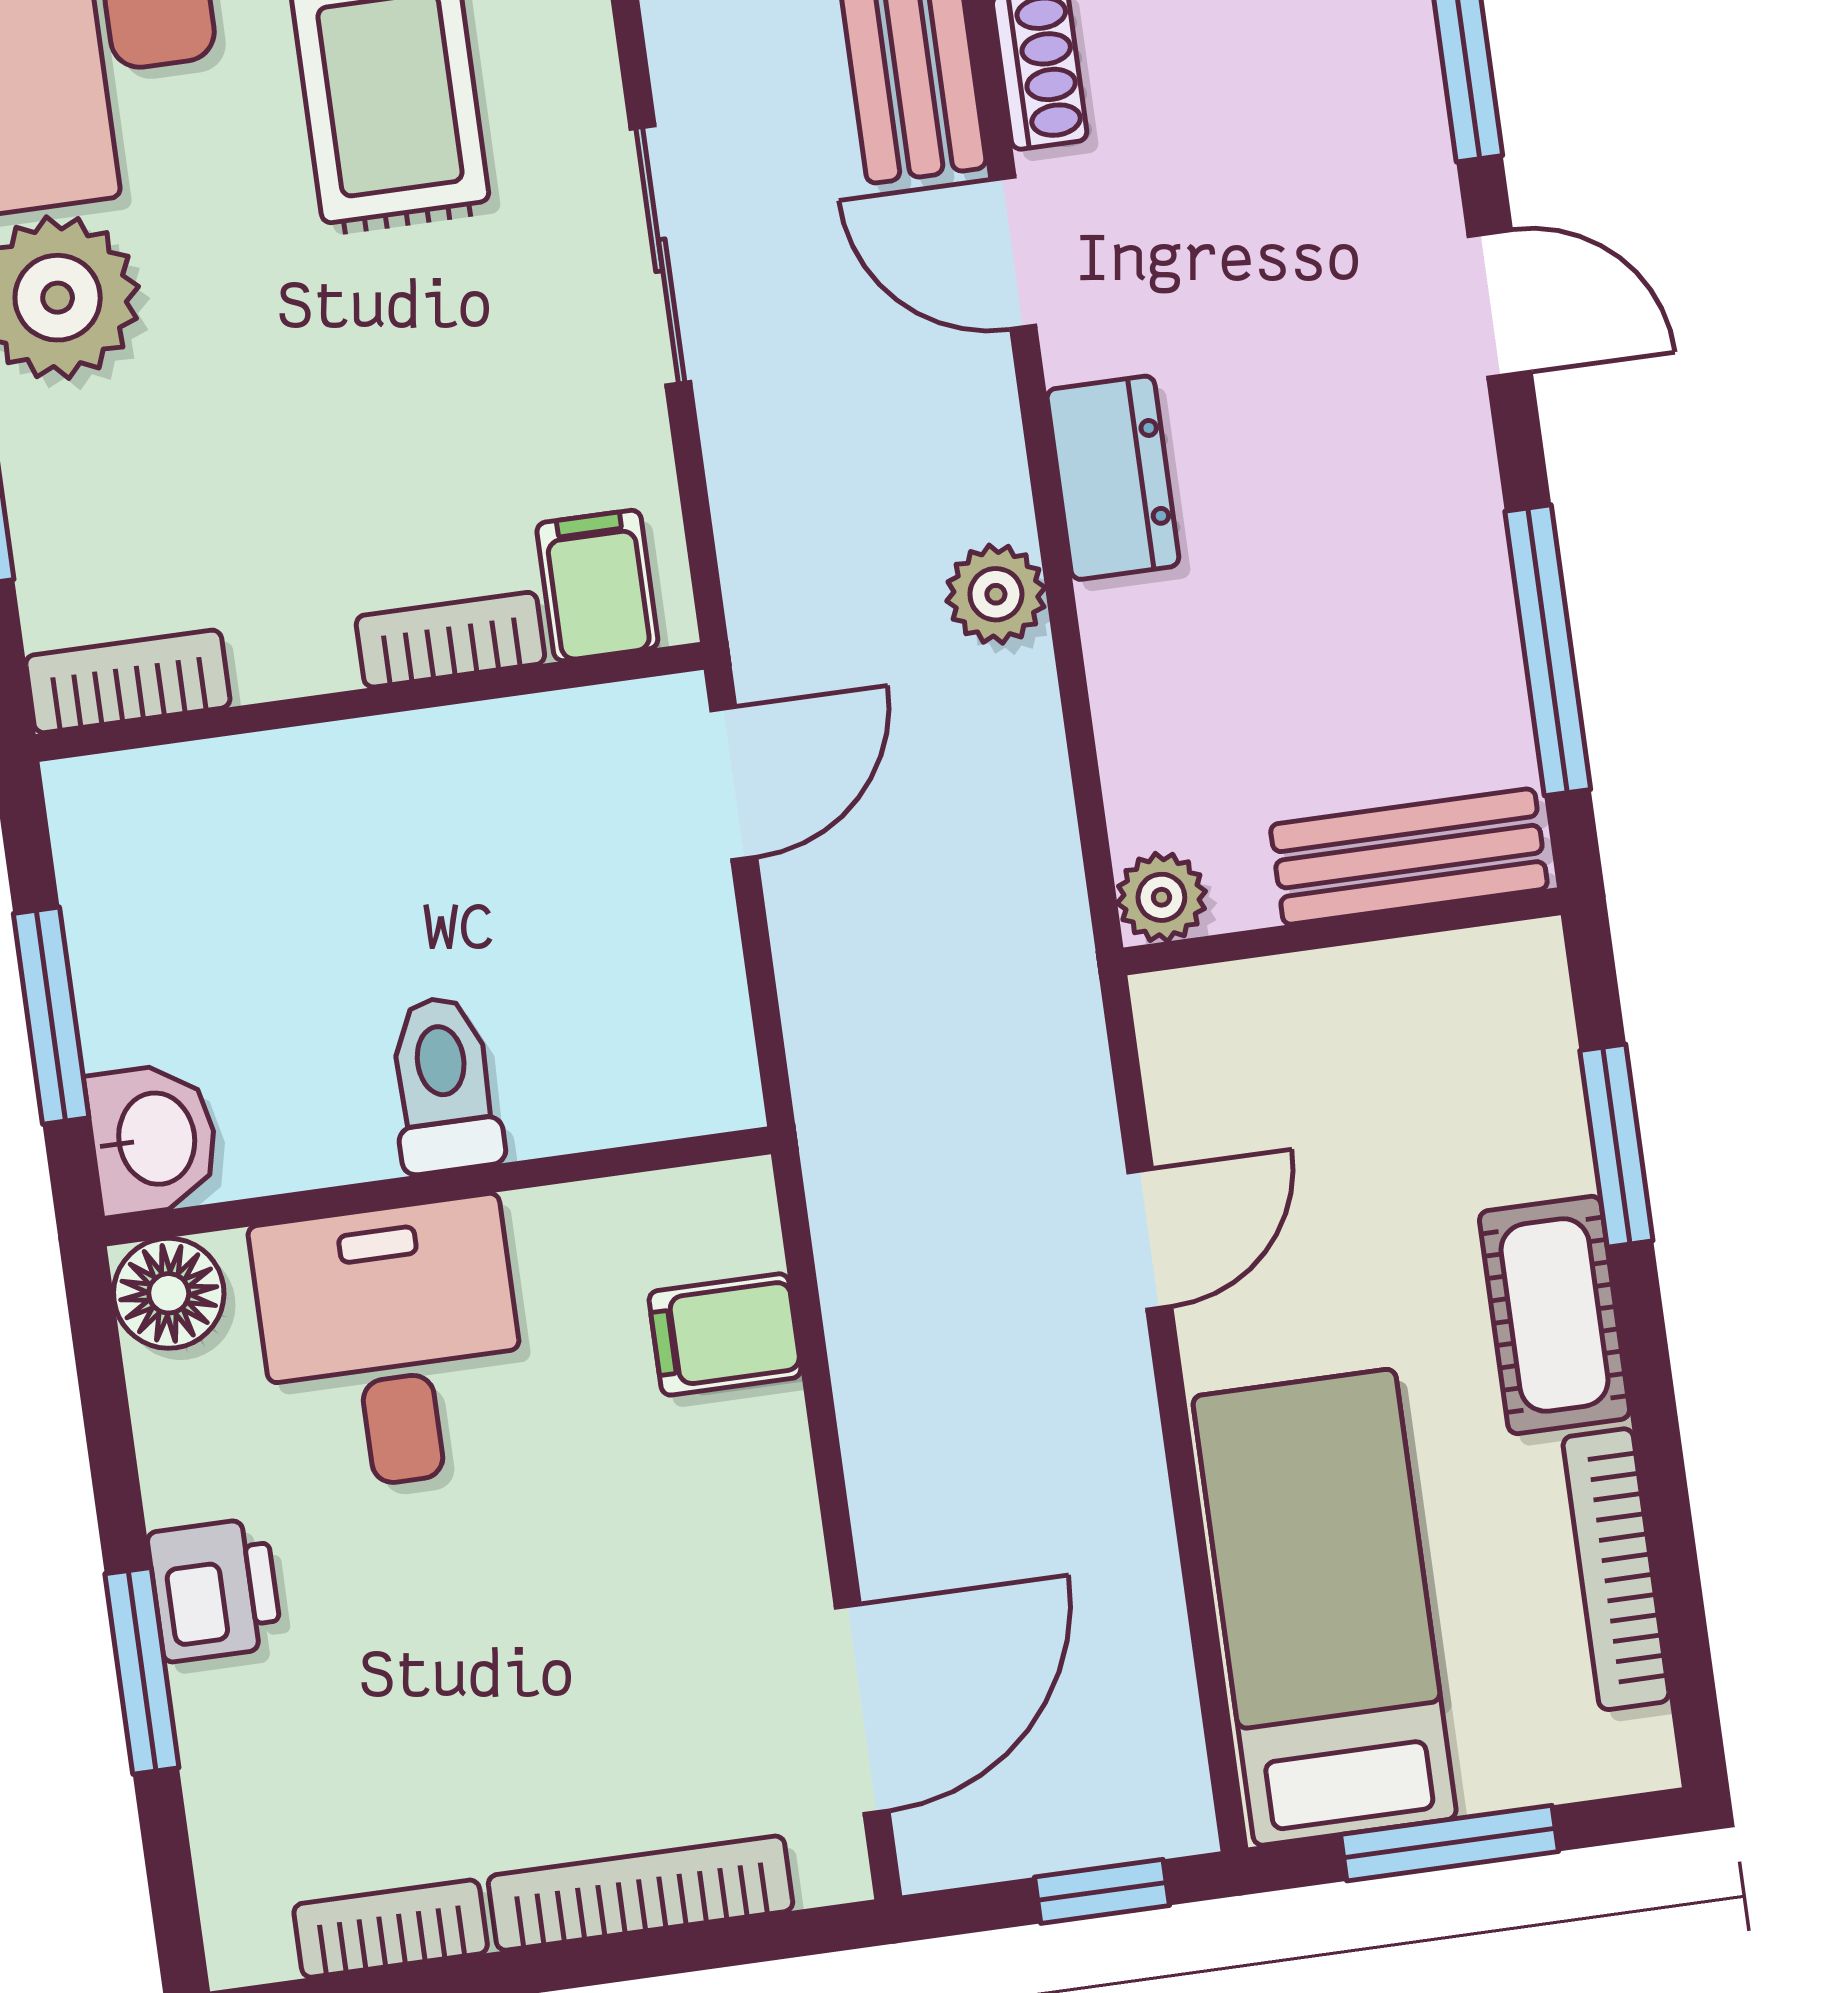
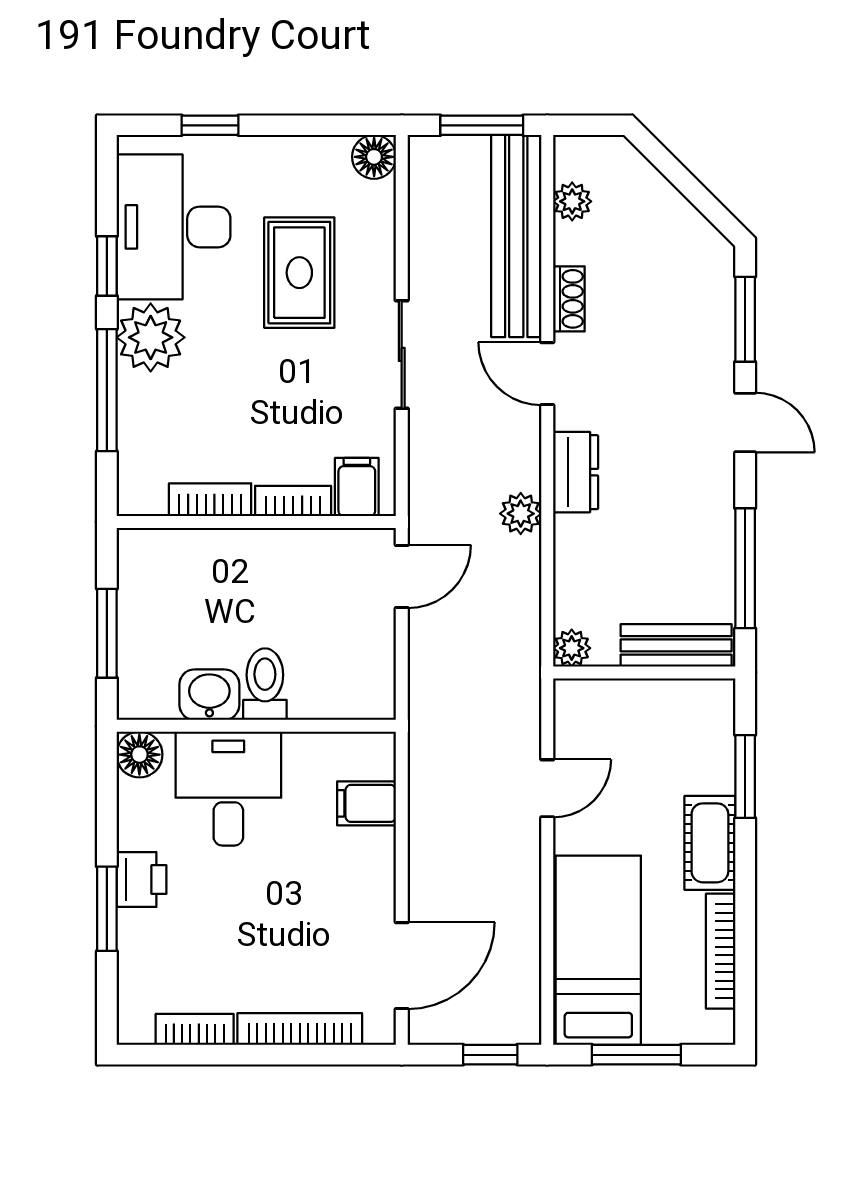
bookcase: (128, 681) -> (210, 500), moved
washbasin: (153, 1139) -> (209, 695), moved, turned -90

